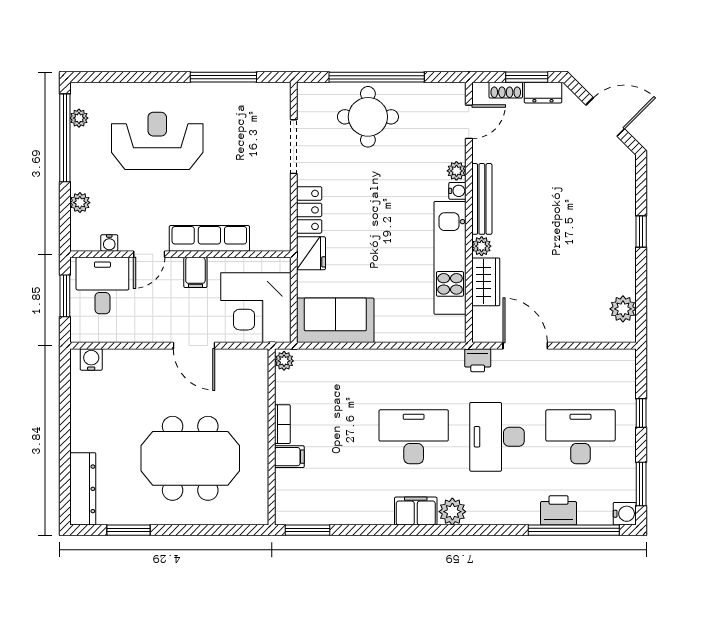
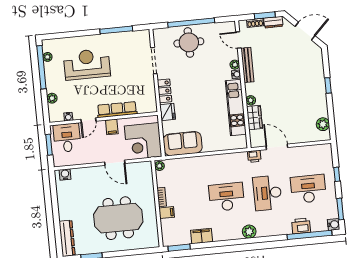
door: (469, 122) -> (239, 40), swing flipped
bench: (482, 199) -> (247, 65), moved
filing cabinet: (416, 511) -> (202, 236), moved

